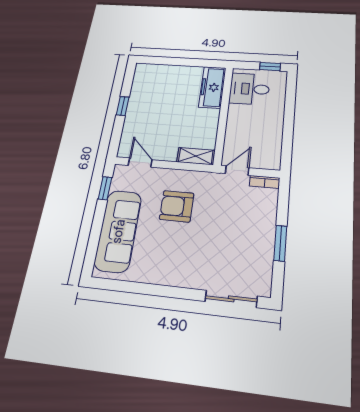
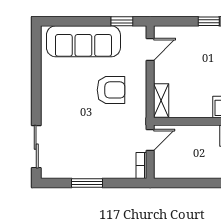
door: (237, 171) -> (150, 140), hinge flipped
armchair: (177, 206) -> (111, 90), turned 90

